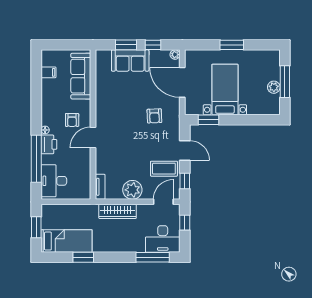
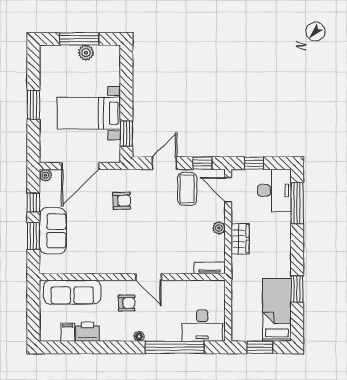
printer: (49, 144) -> (87, 332), moved
plant: (132, 190) -> (219, 228), width x0.53, depth x0.53
wardrobe: (118, 211) -> (240, 239), width x0.67

